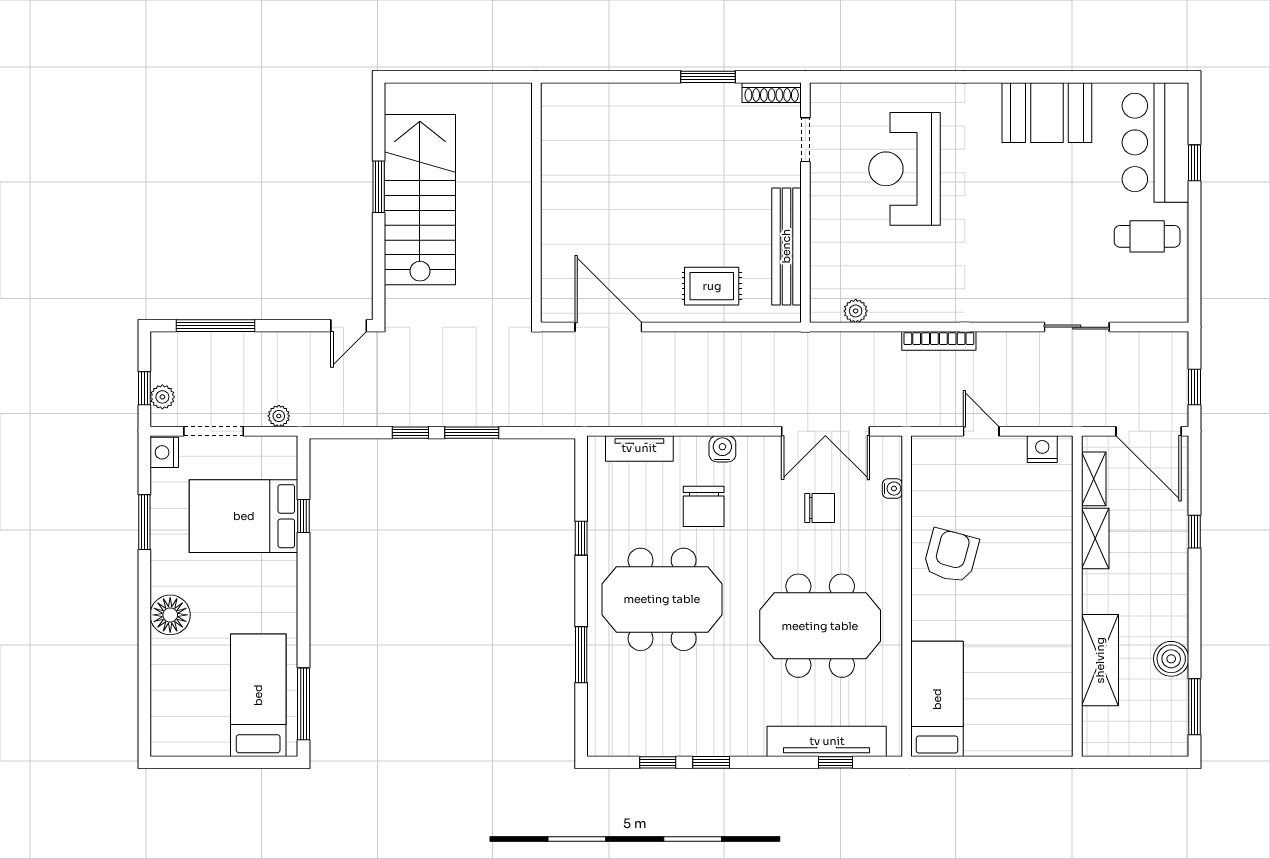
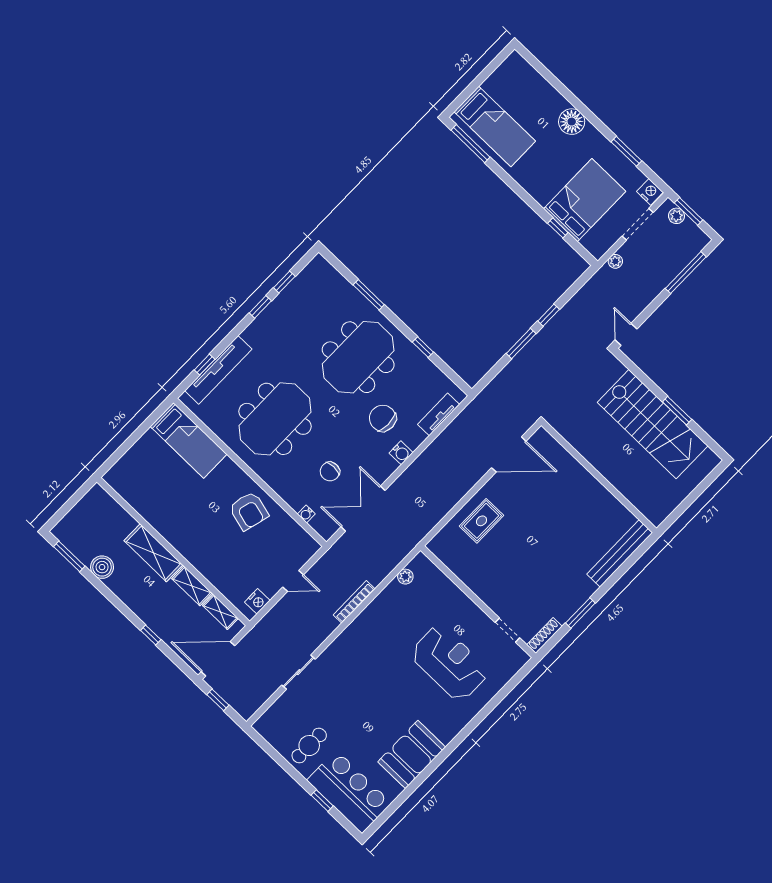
bench: (786, 246) -> (620, 553), moved, turned 90
window: (144, 388) -> (689, 211), width x1.50
shelving: (1100, 660) -> (153, 553), moved

